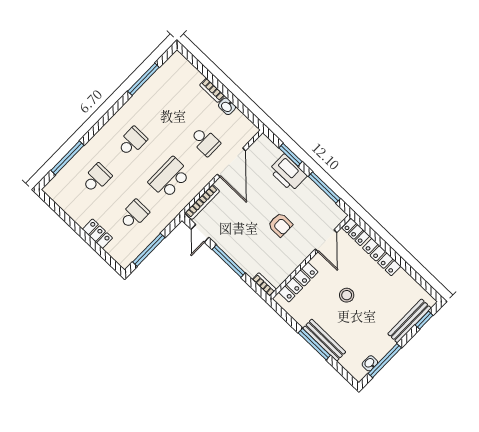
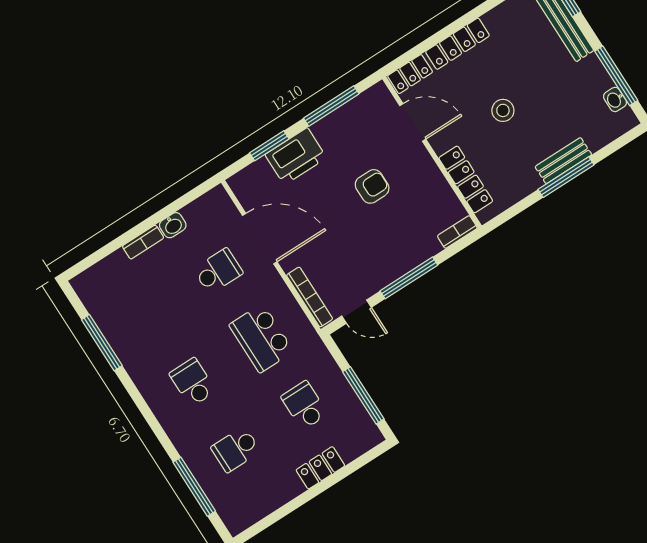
school desk: (97, 178) -> (236, 449), turned -90
bench: (324, 340) -> (563, 161), width x0.73

